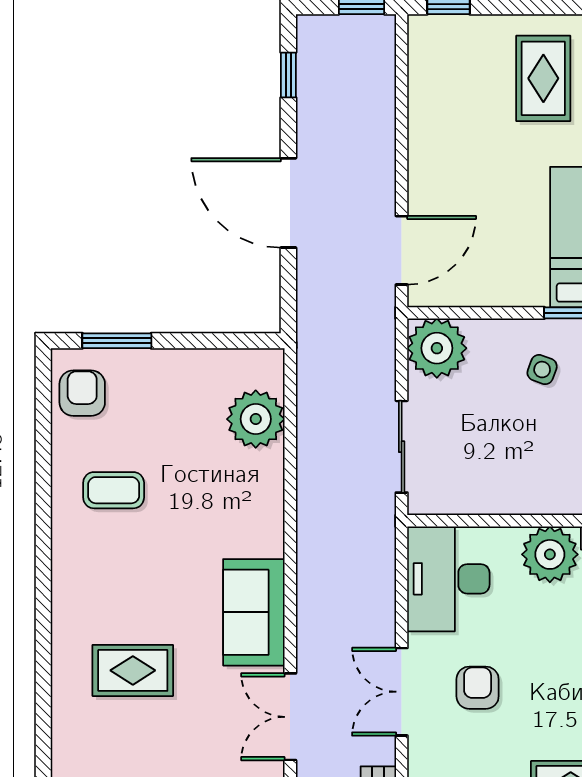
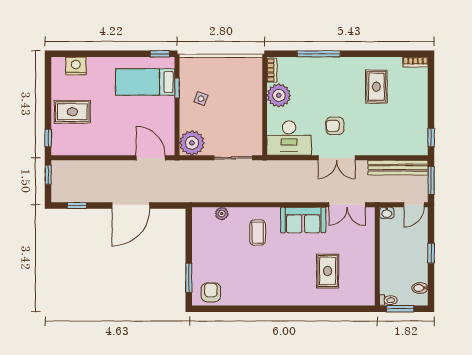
rug: (543, 78) -> (72, 112), moved
armchair: (82, 393) -> (211, 292), turned 90
plant: (256, 419) -> (222, 214), width x0.53, depth x0.53
coffee table: (114, 490) -> (258, 233), moved

